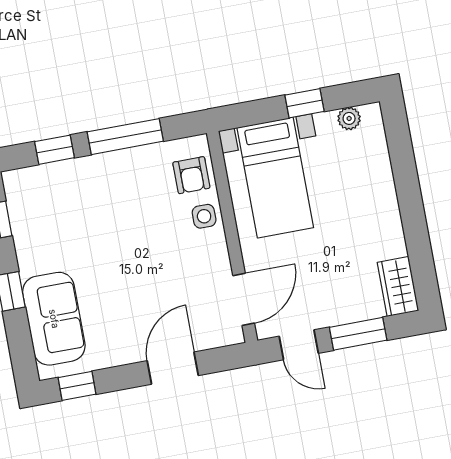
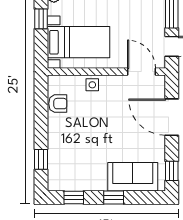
window: (125, 137) -> (41, 120), removed
armchair: (191, 175) -> (58, 104), moved
door: (173, 368) -> (172, 117), width x1.36

